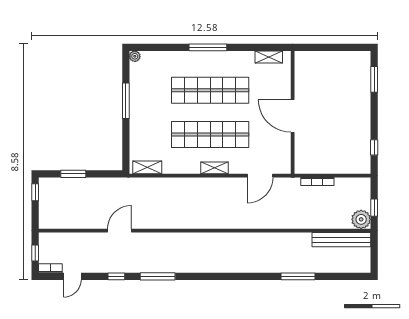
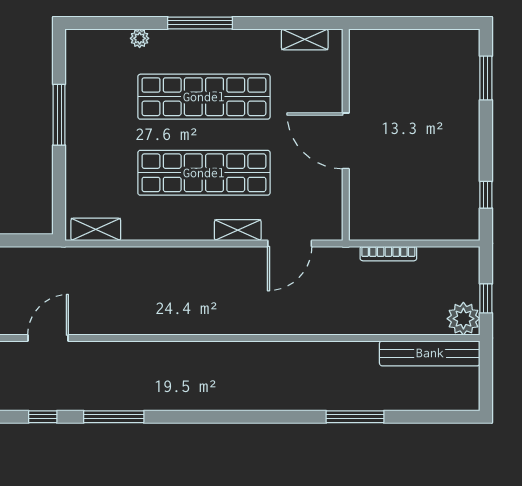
plant: (135, 56) -> (140, 38), moved
shelving: (214, 168) -> (238, 230), moved

